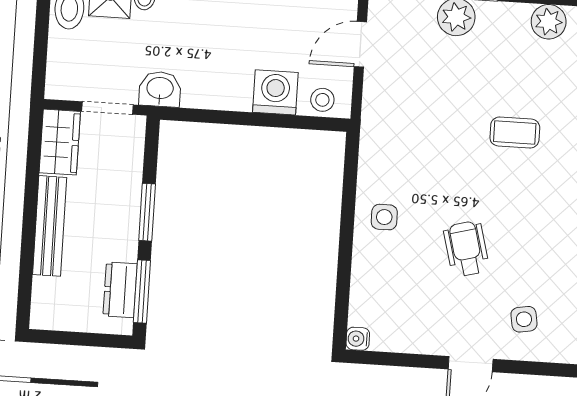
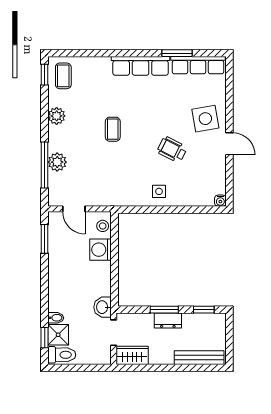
bench: (50, 226) -> (199, 358), moved
wheelchair: (466, 249) -> (172, 150), turned 42
dresser: (120, 290) -> (168, 321), moved
window: (142, 291) -> (204, 310), width x0.67
side table: (524, 319) -> (205, 119), width x1.87, depth x1.87

